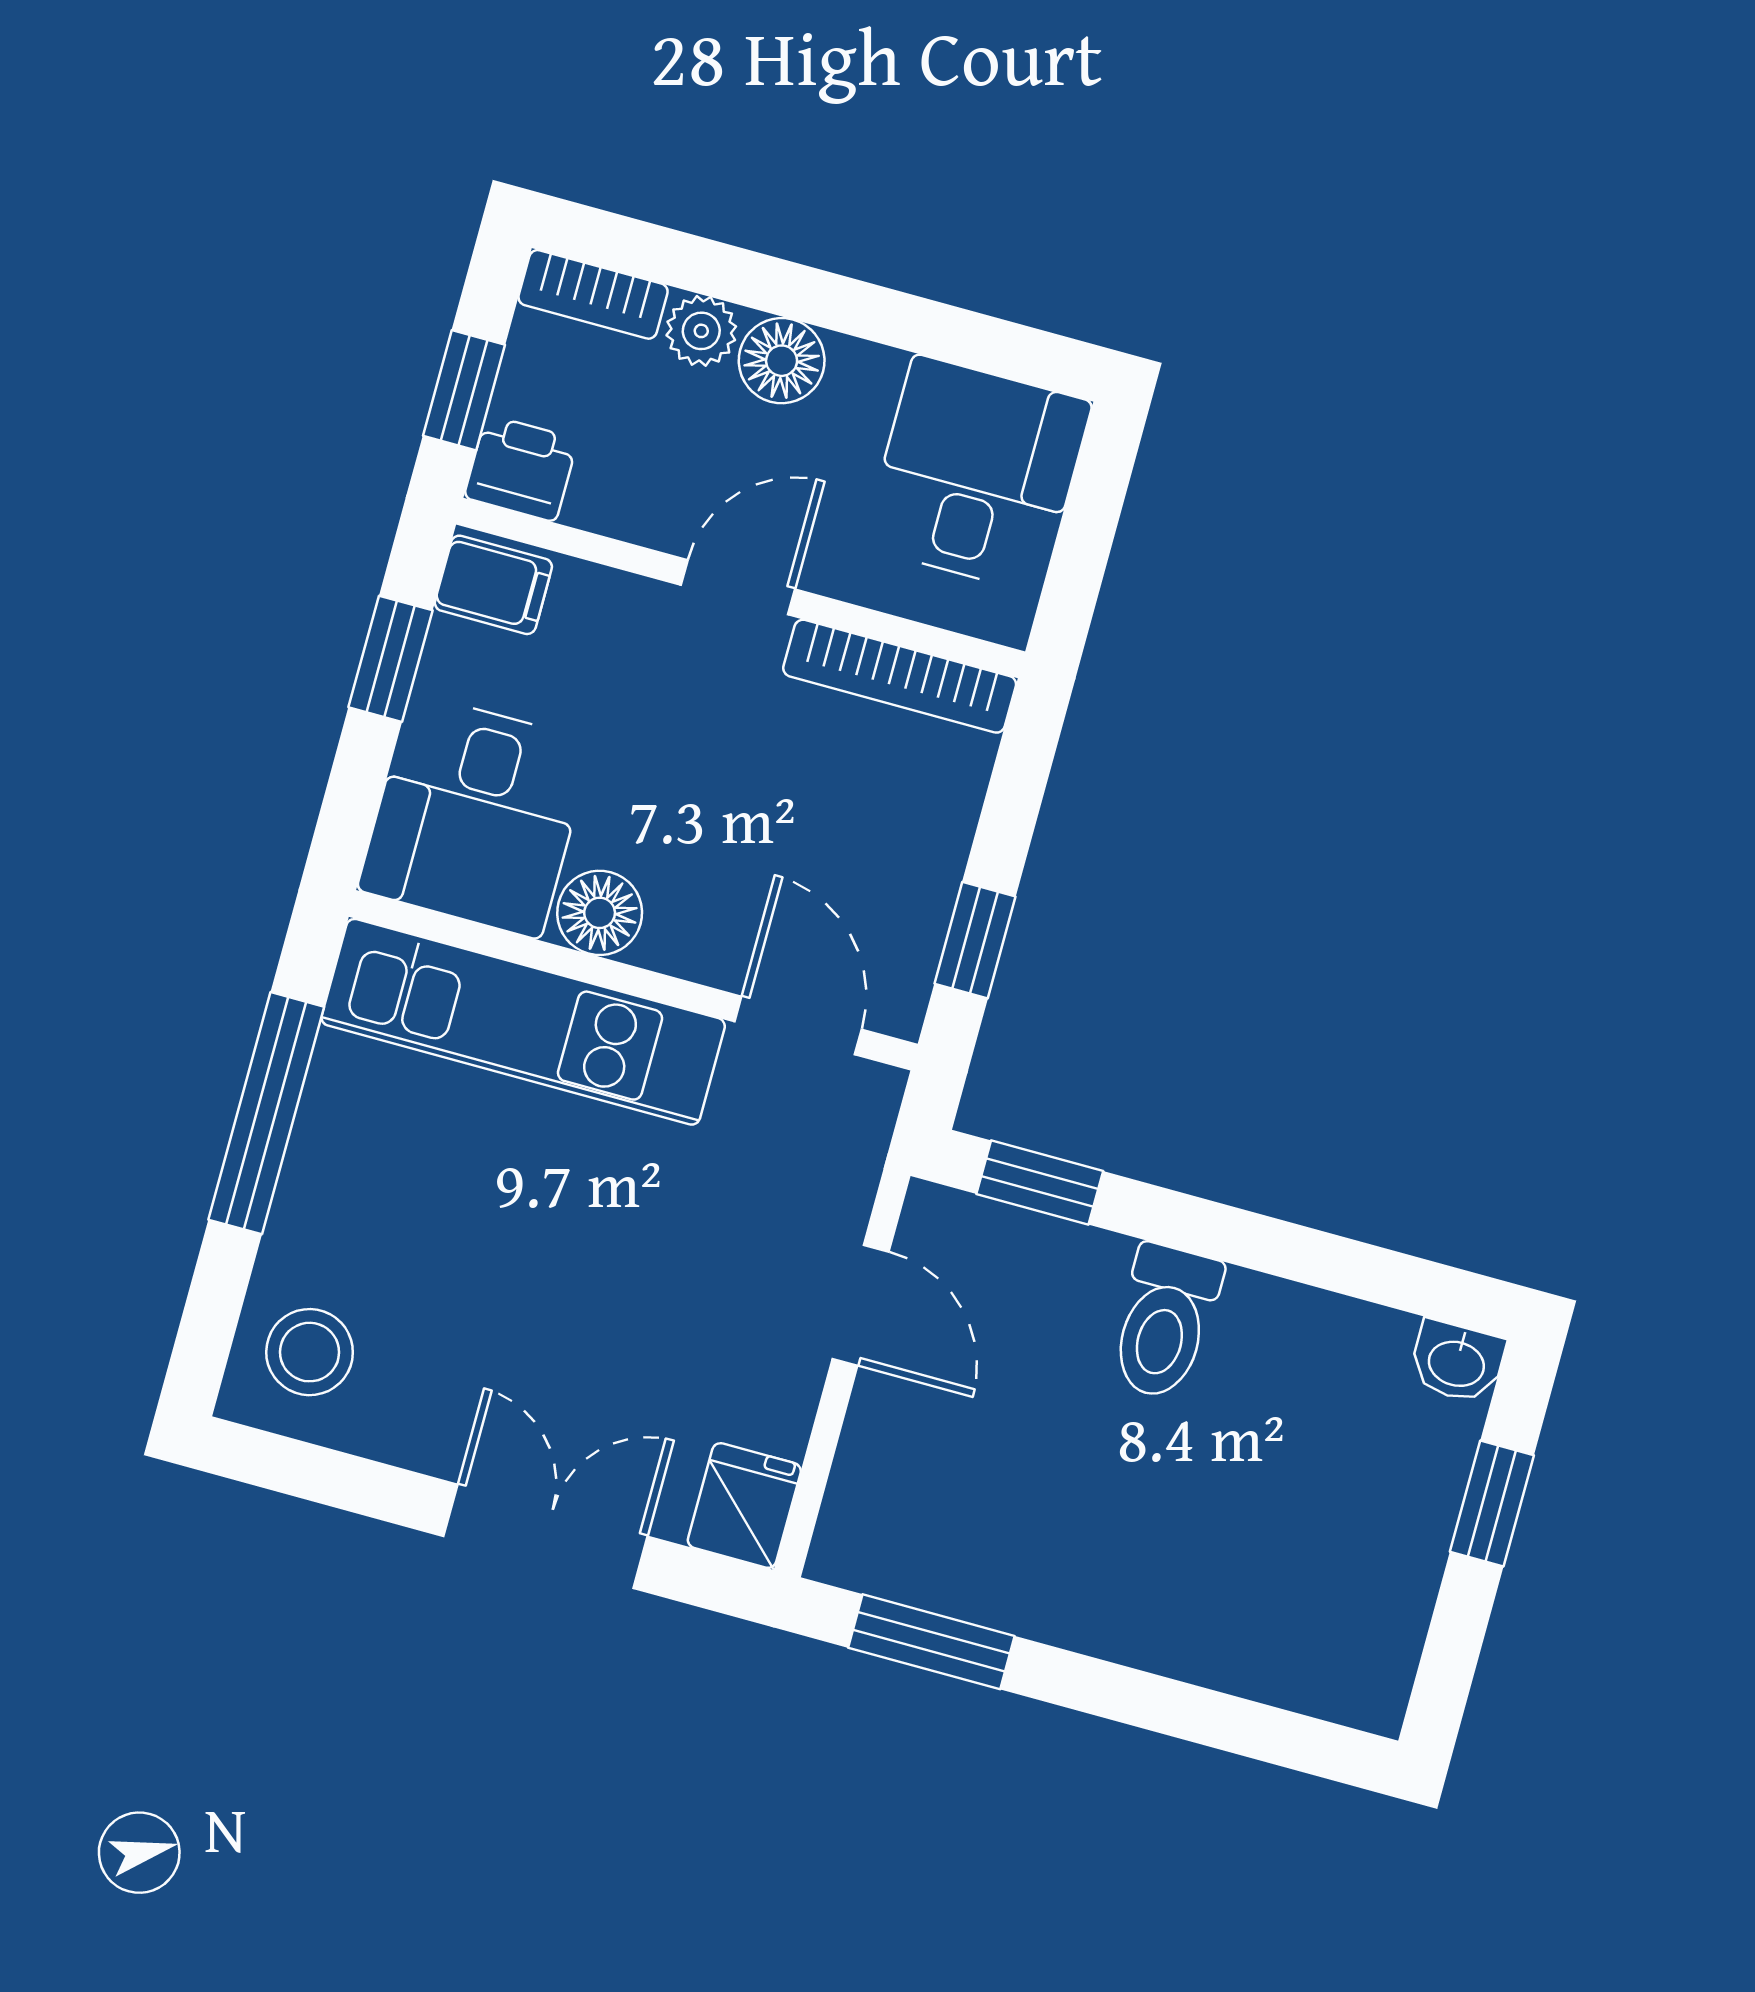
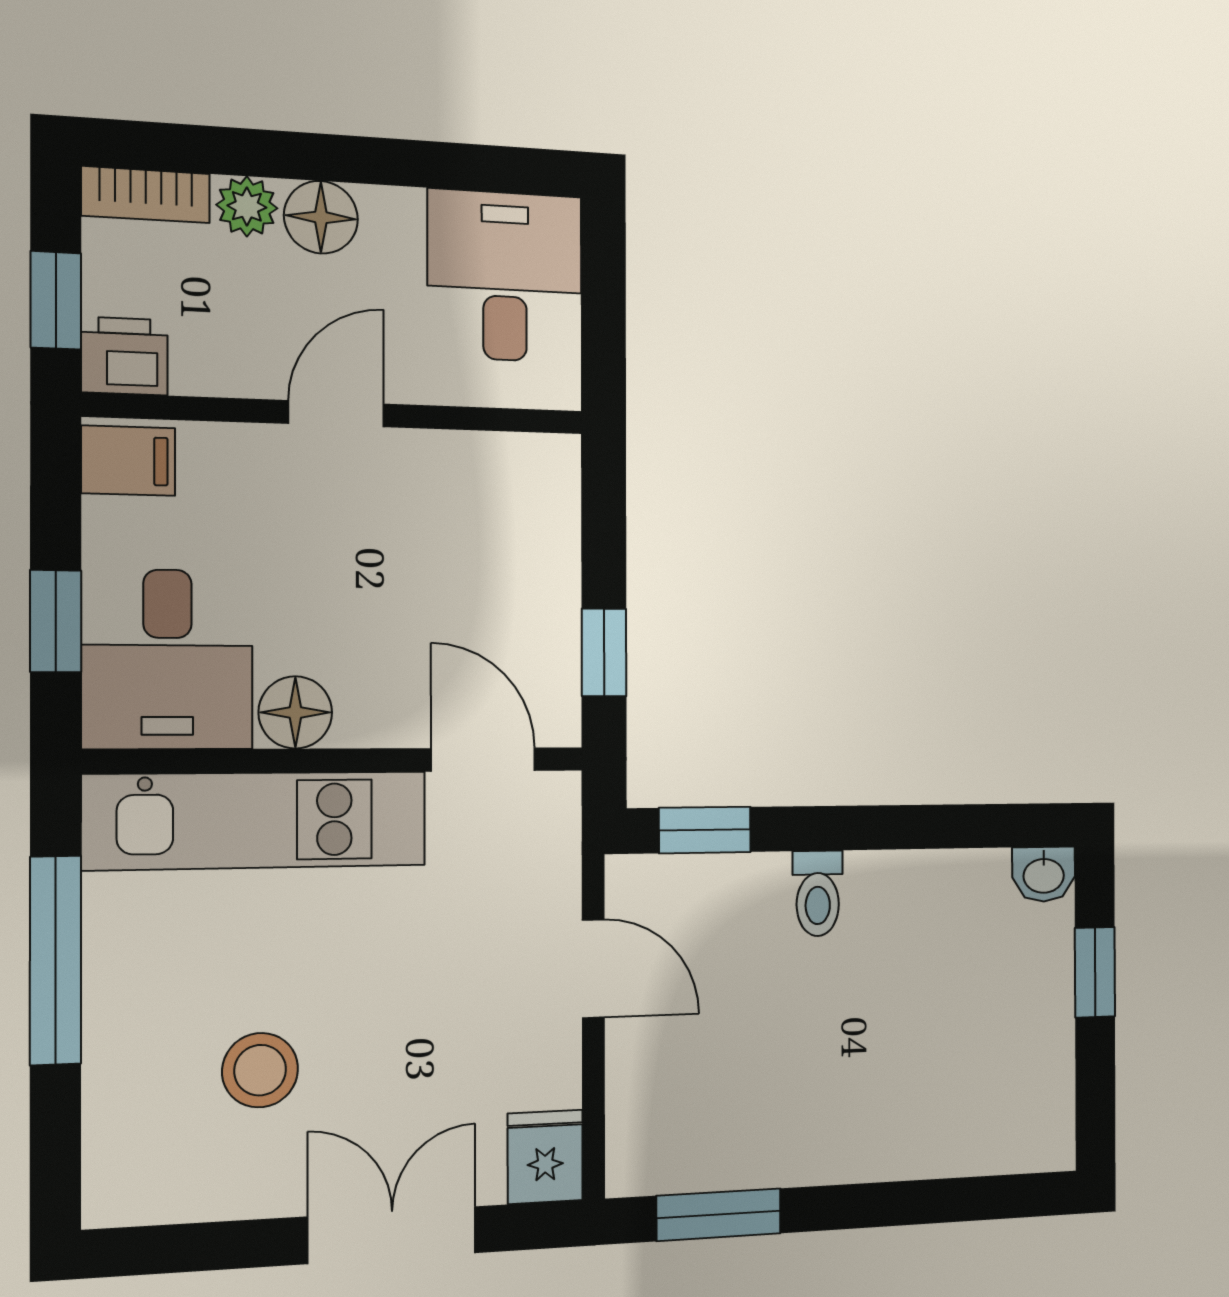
window: (391, 659) -> (56, 621), moved
bookcase: (900, 676) -> (488, 455), removed
toilet: (1165, 1322) -> (818, 893), width x0.73, depth x0.72
stool: (310, 1352) -> (260, 1070), moved

